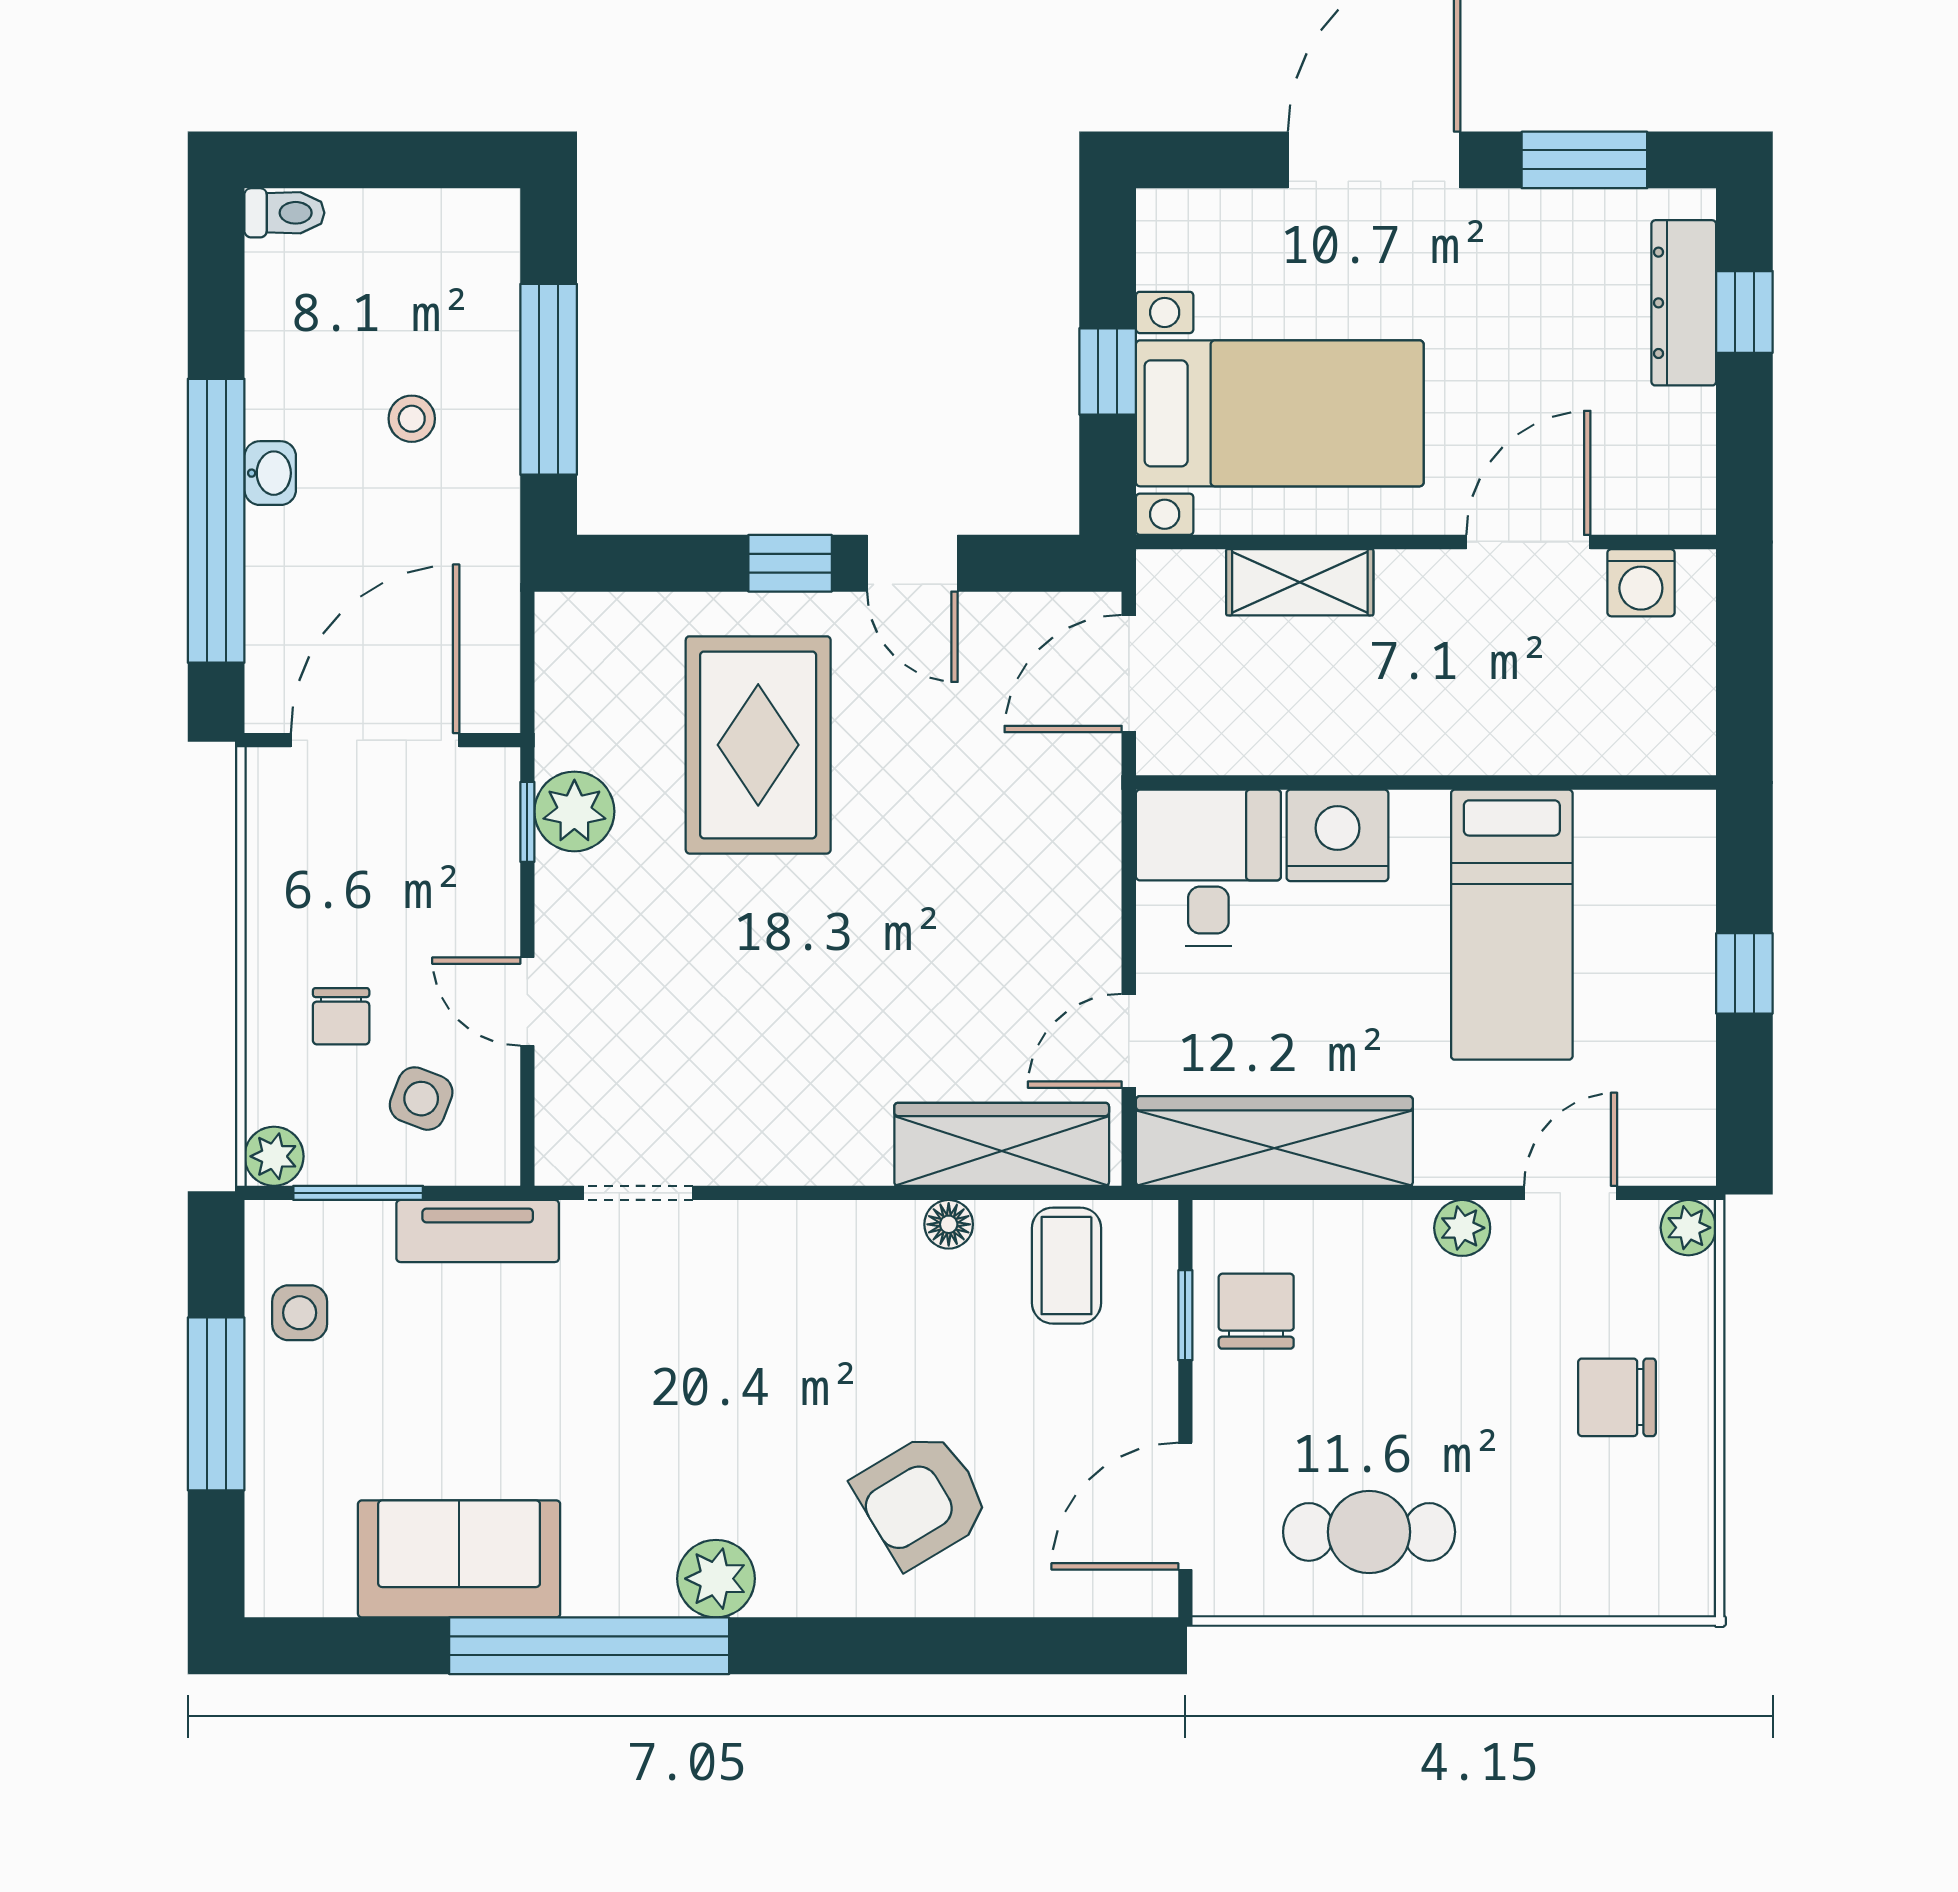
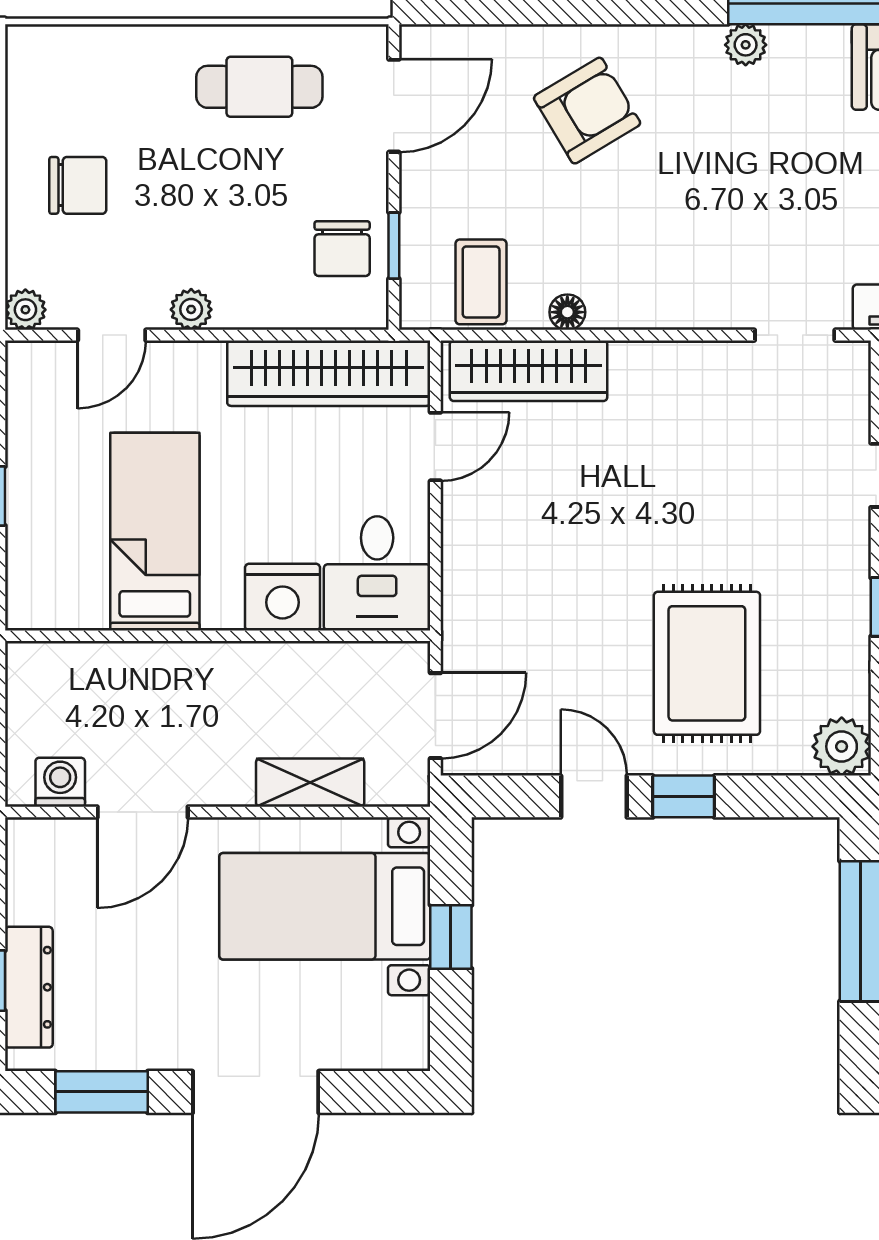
plant: (574, 811) -> (842, 746), moved
plant: (716, 1579) -> (746, 45), width x0.73, depth x0.73

